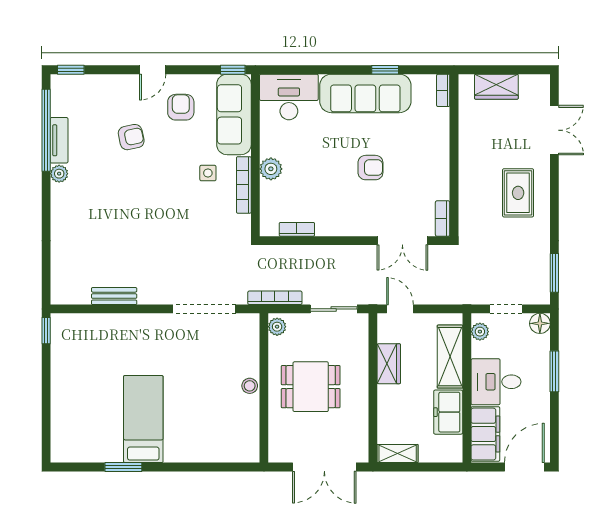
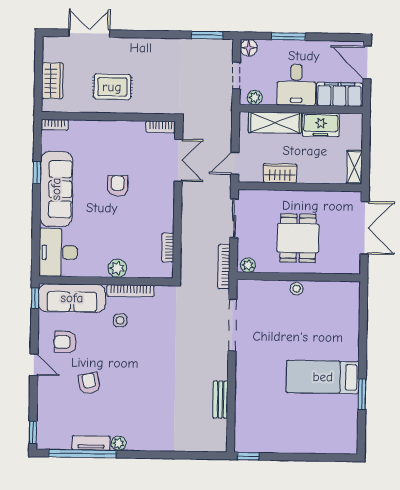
rug: (518, 193) -> (112, 87), moved

